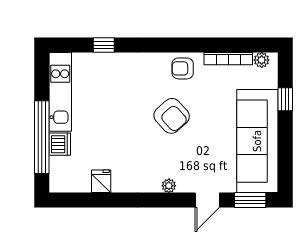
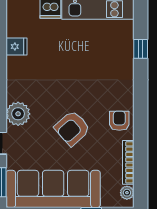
armchair: (172, 116) -> (72, 128), moved
plant: (169, 186) -> (18, 114), width x1.87, depth x1.87

